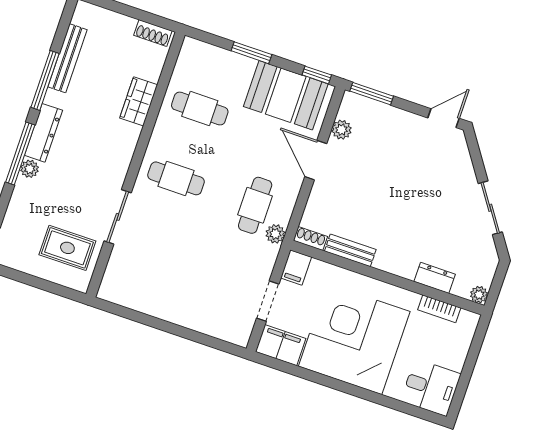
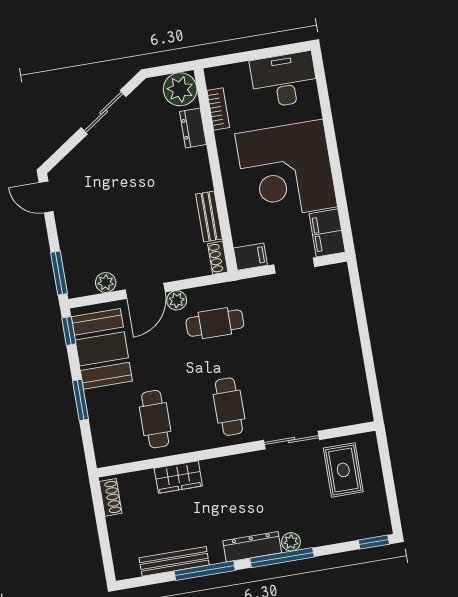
plant: (275, 234) -> (177, 300), moved
plant: (479, 295) -> (180, 89), width x1.87, depth x1.87
desk: (431, 388) -> (284, 80), width x1.37

